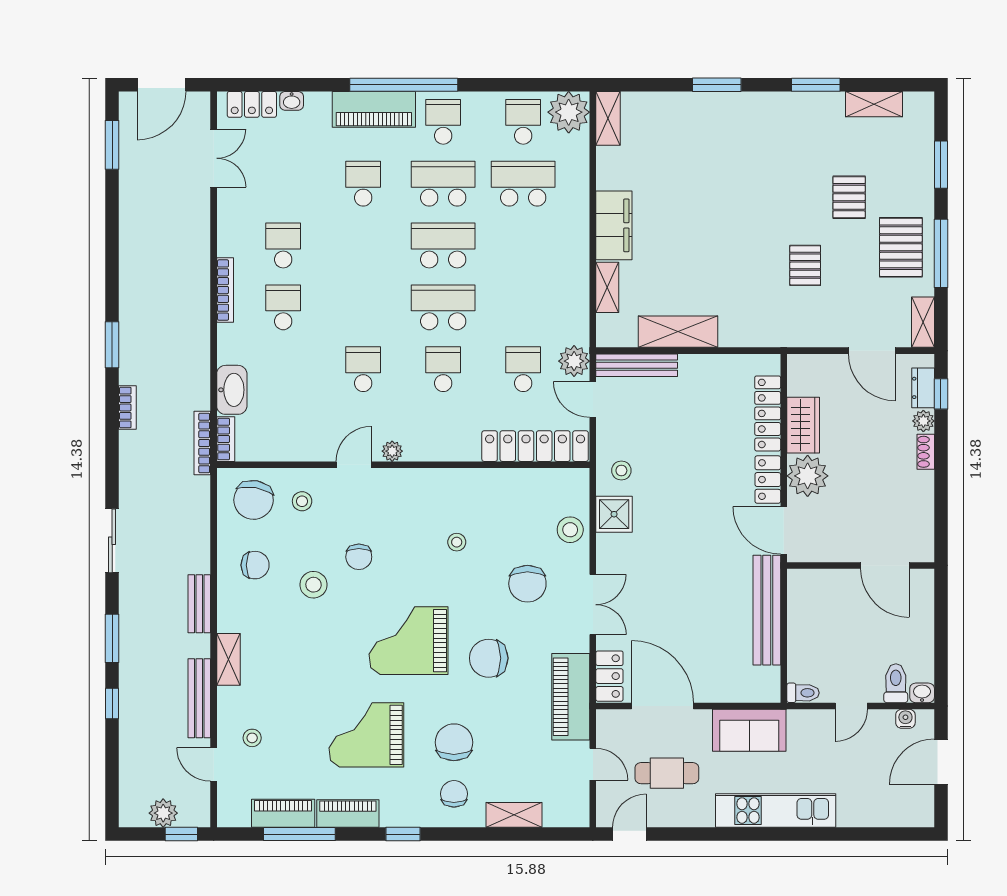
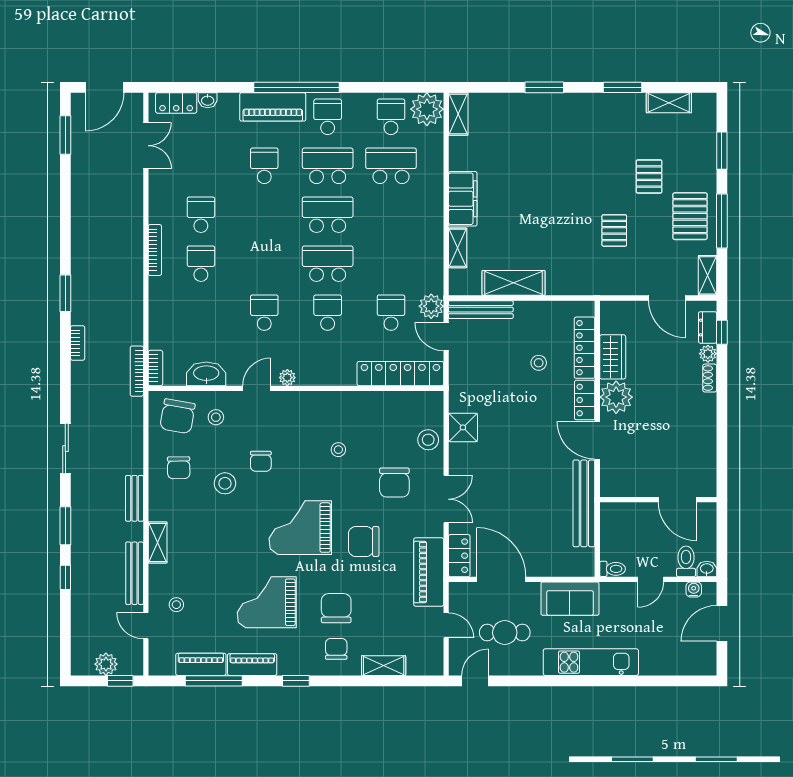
washbasin: (232, 390) -> (206, 374), moved, turned -90
stool: (621, 471) -> (539, 363), moved
chair: (255, 565) -> (179, 468), turned 89
wall: (861, 565) -> (658, 500), moved
door: (885, 565) -> (677, 500), moved

